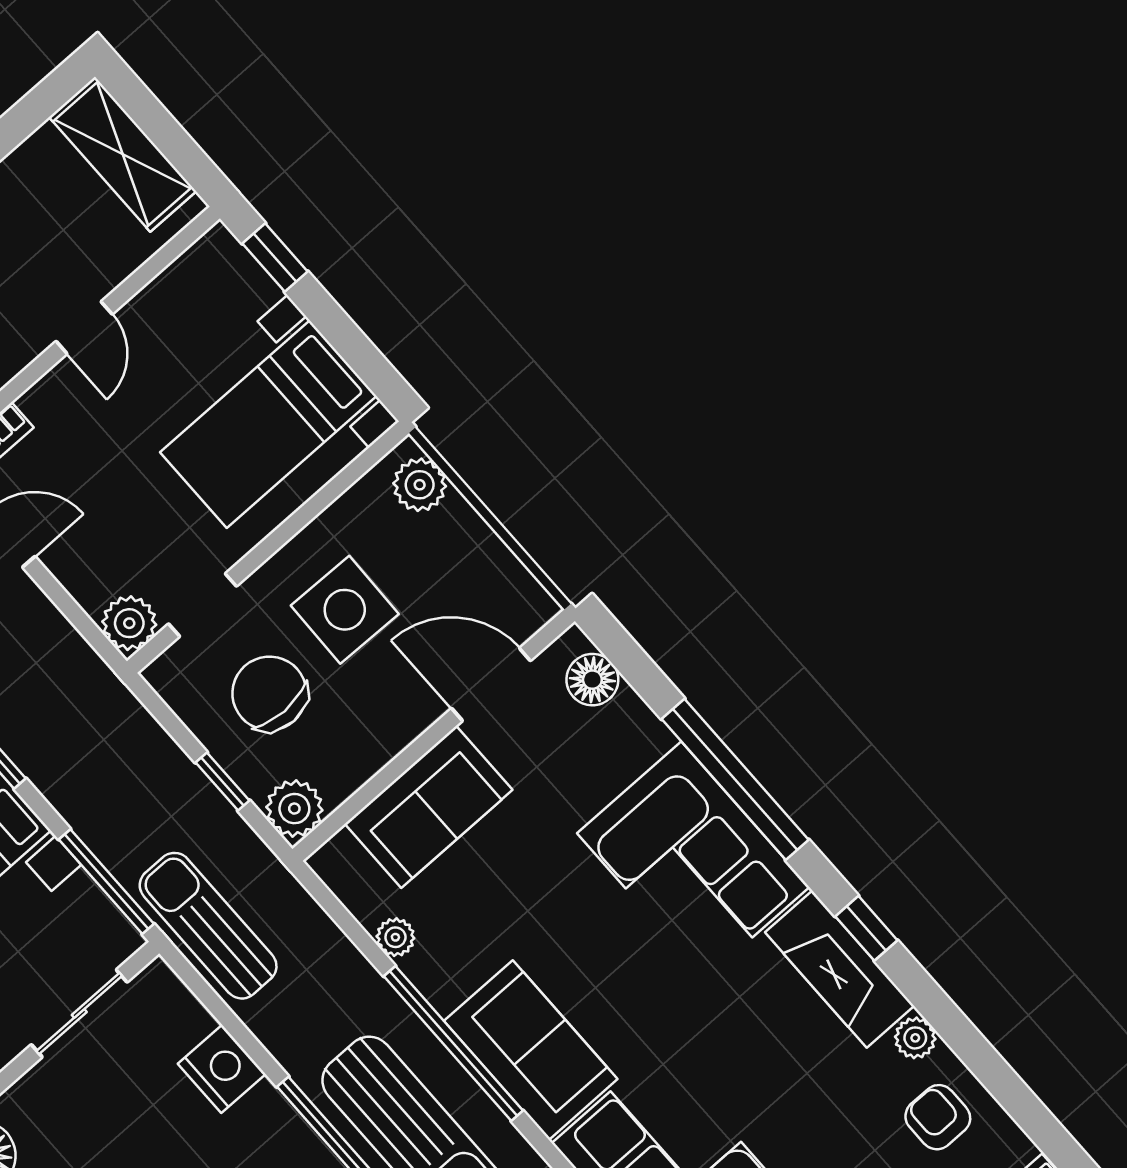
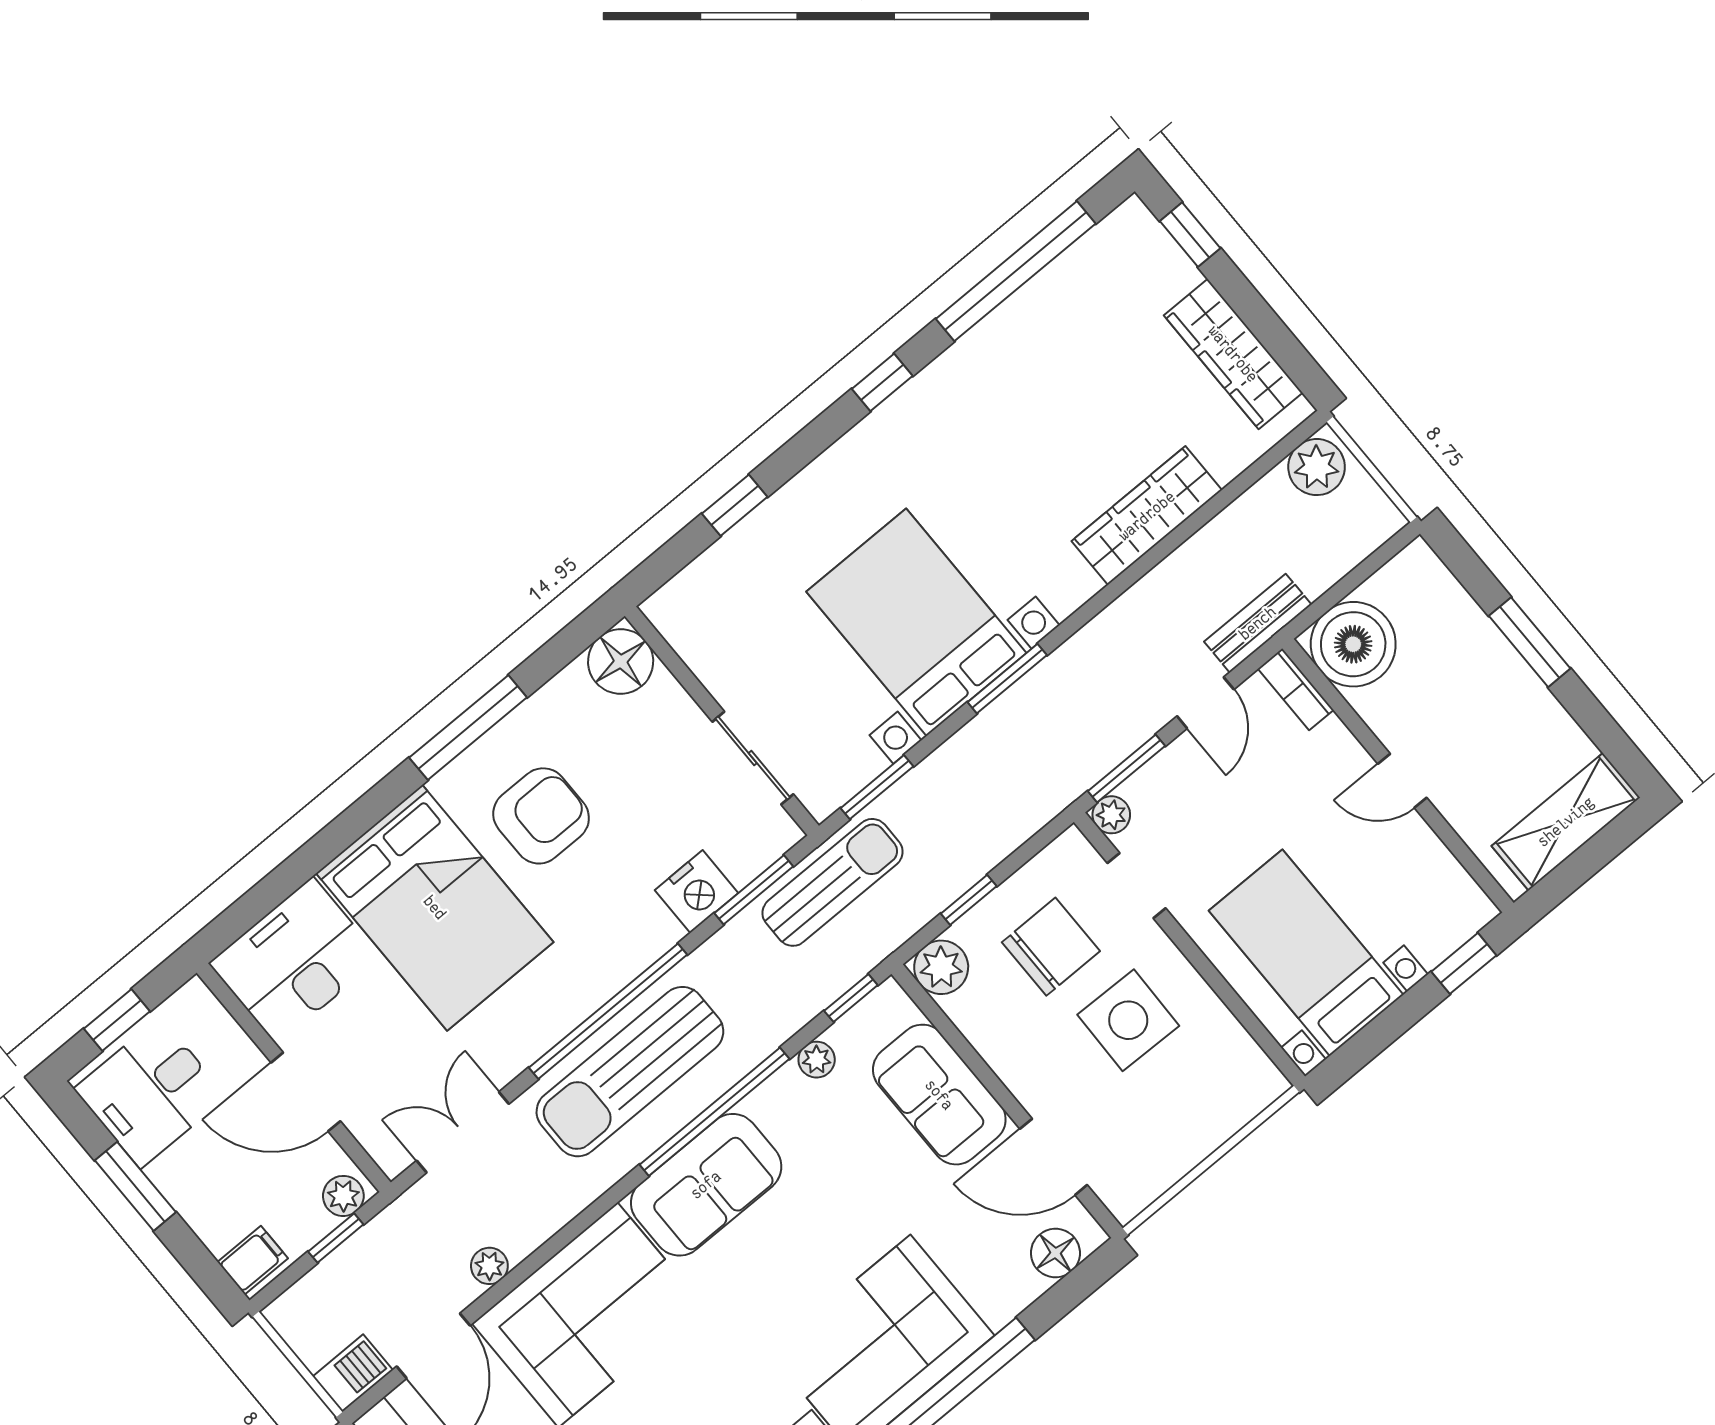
plant: (420, 485) -> (1245, 1094), removed
window: (79, 619) -> (1126, 768), added
plant: (129, 623) -> (1111, 815), width x0.73, depth x0.73
door: (491, 684) -> (1054, 1157), swing flipped
window: (106, 882) -> (877, 787), width x0.69
window: (329, 903) -> (851, 998), added
window: (218, 1008) -> (754, 890), added

